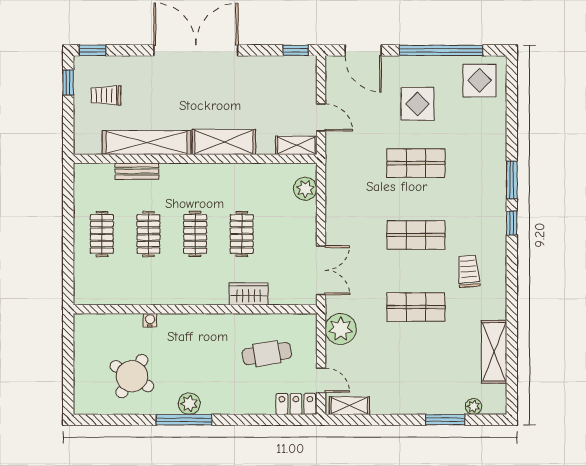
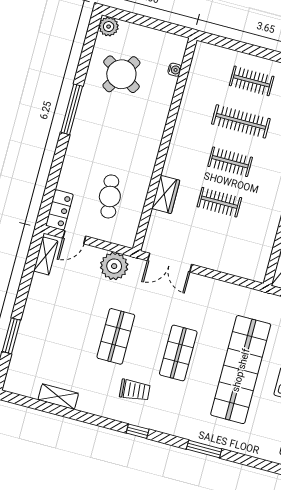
shop shelf: (416, 163) -> (241, 370), width x2.00, depth x1.36
plant: (305, 189) -> (244, 268), removed
window: (512, 223) -> (138, 431), moved
clothes rail: (148, 234) -> (241, 121), width x1.36
water cooler: (150, 320) -> (175, 70), moved
shelving: (494, 352) -> (58, 397), width x0.67, depth x0.75
plant: (189, 404) -> (109, 27), moved
plant: (473, 406) -> (16, 363), removed

